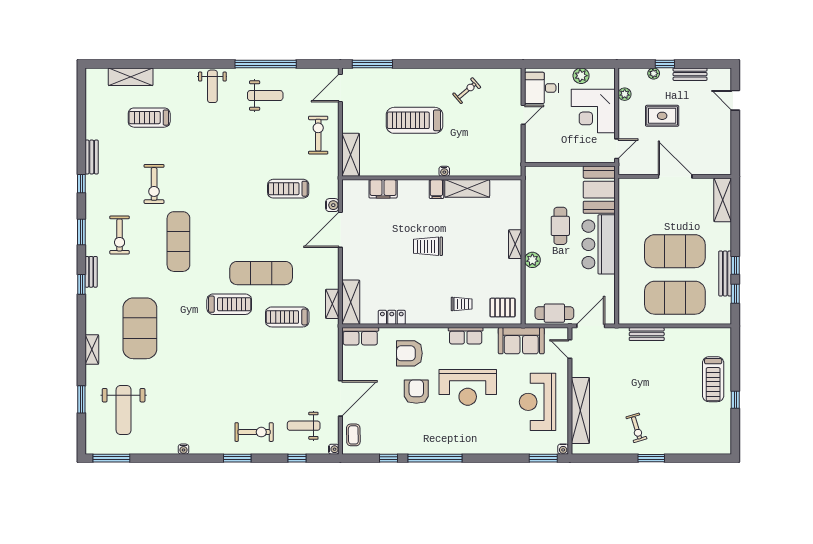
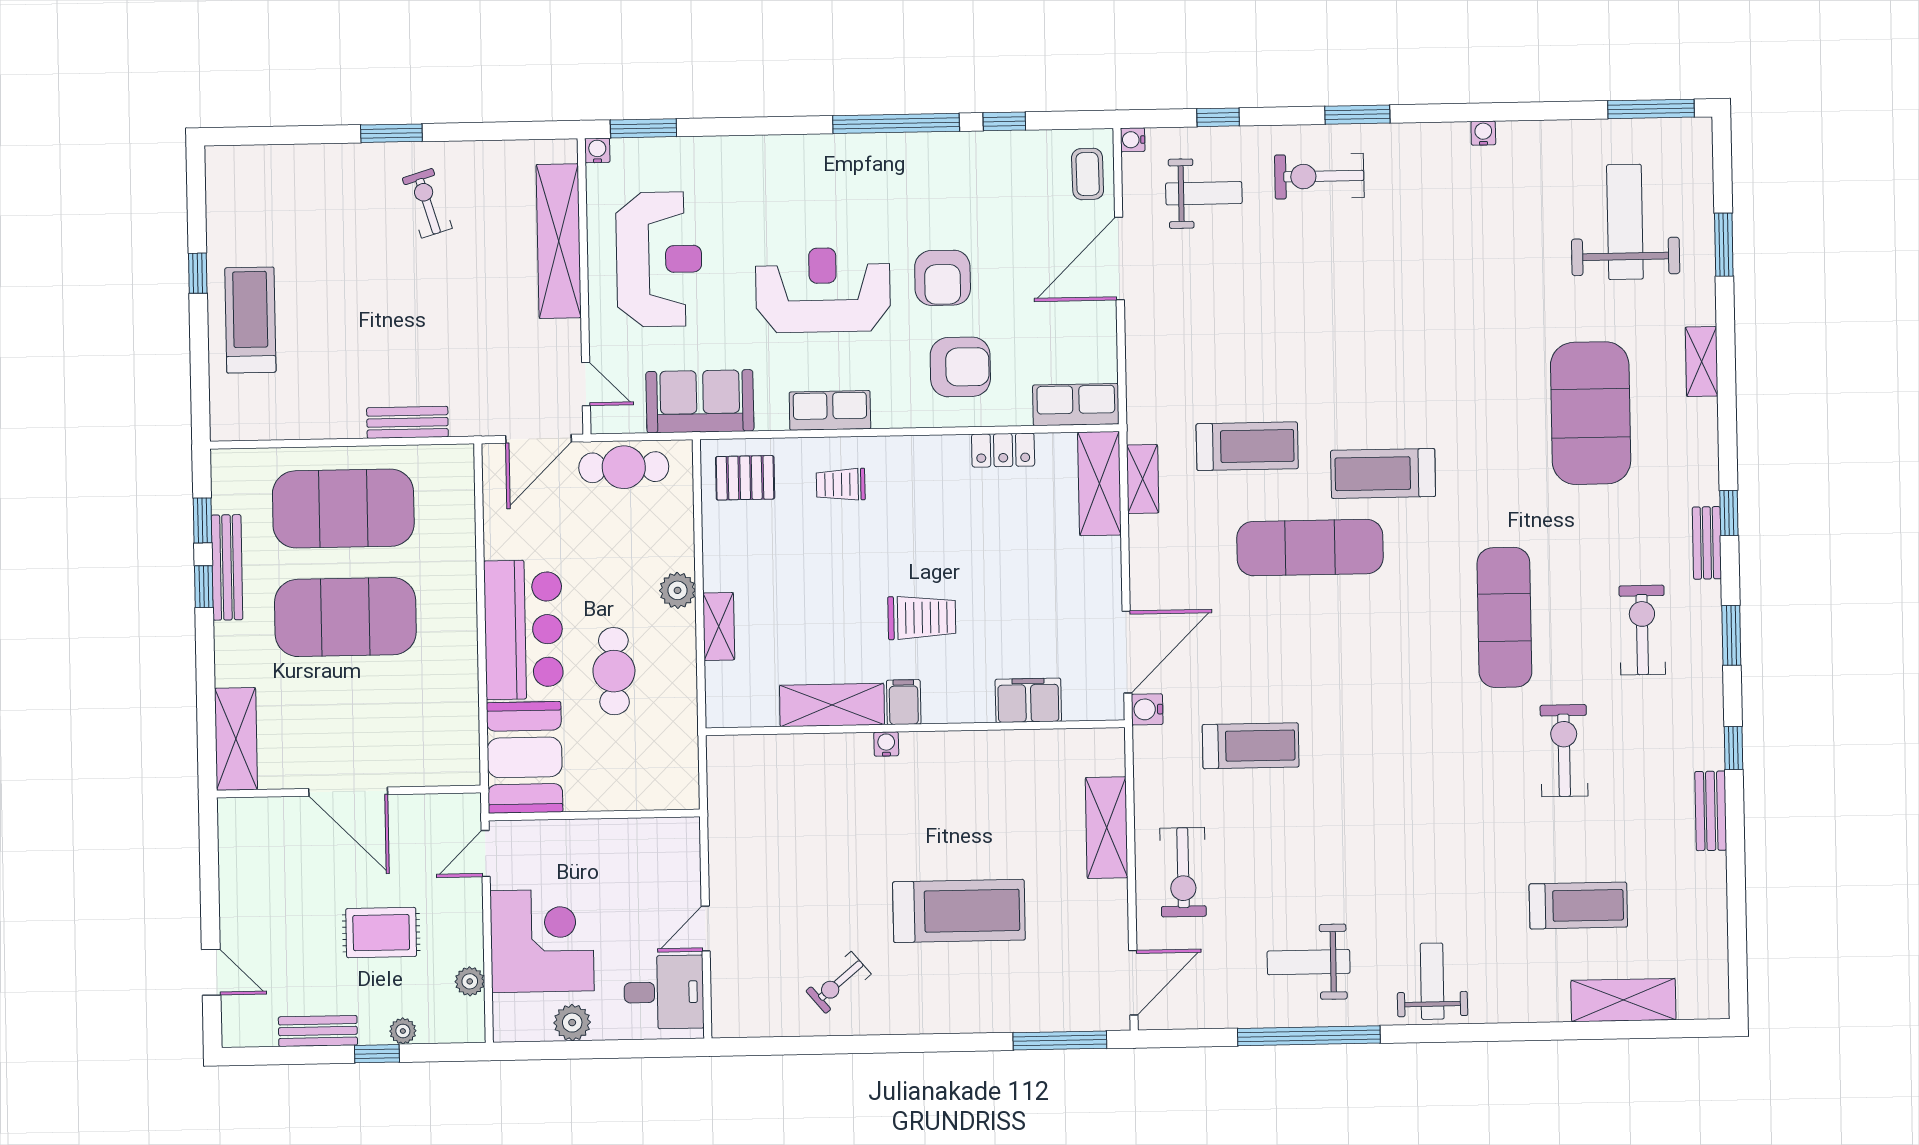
water cooler: (444, 171) -> (886, 744), moved
wall: (432, 178) -> (915, 728), moved
shelving: (467, 188) -> (832, 705), moved
filing cabinet: (383, 189) -> (1028, 700), moved
filing cabinet: (436, 189) -> (904, 702), moved

